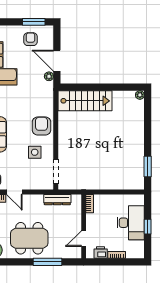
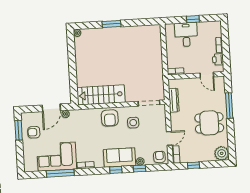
stairs: (85, 101) -> (101, 95), moved, turned -90
armchair: (41, 126) -> (110, 118), turned -90
window: (148, 167) -> (111, 24), moved
desk: (131, 223) -> (186, 35), width x0.73
dining table: (29, 238) -> (209, 123), width x0.73

